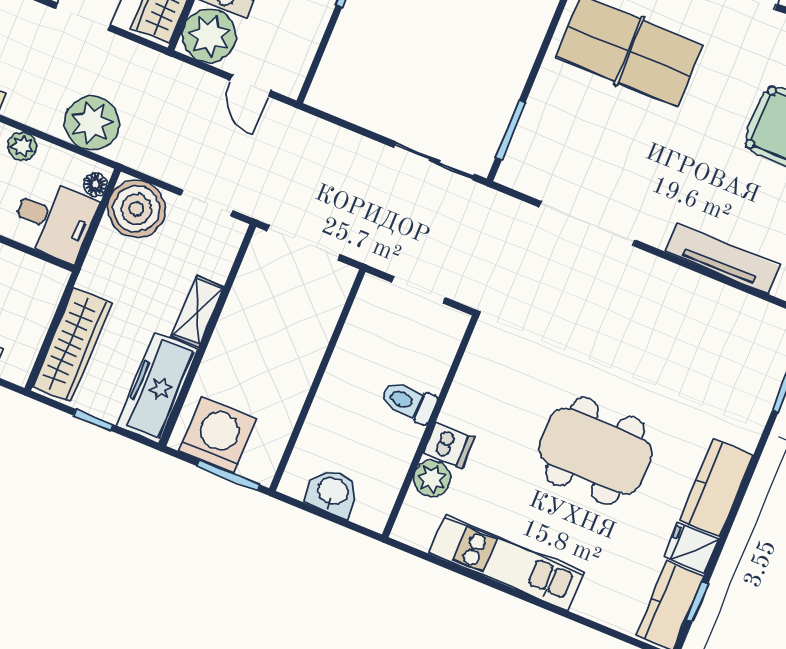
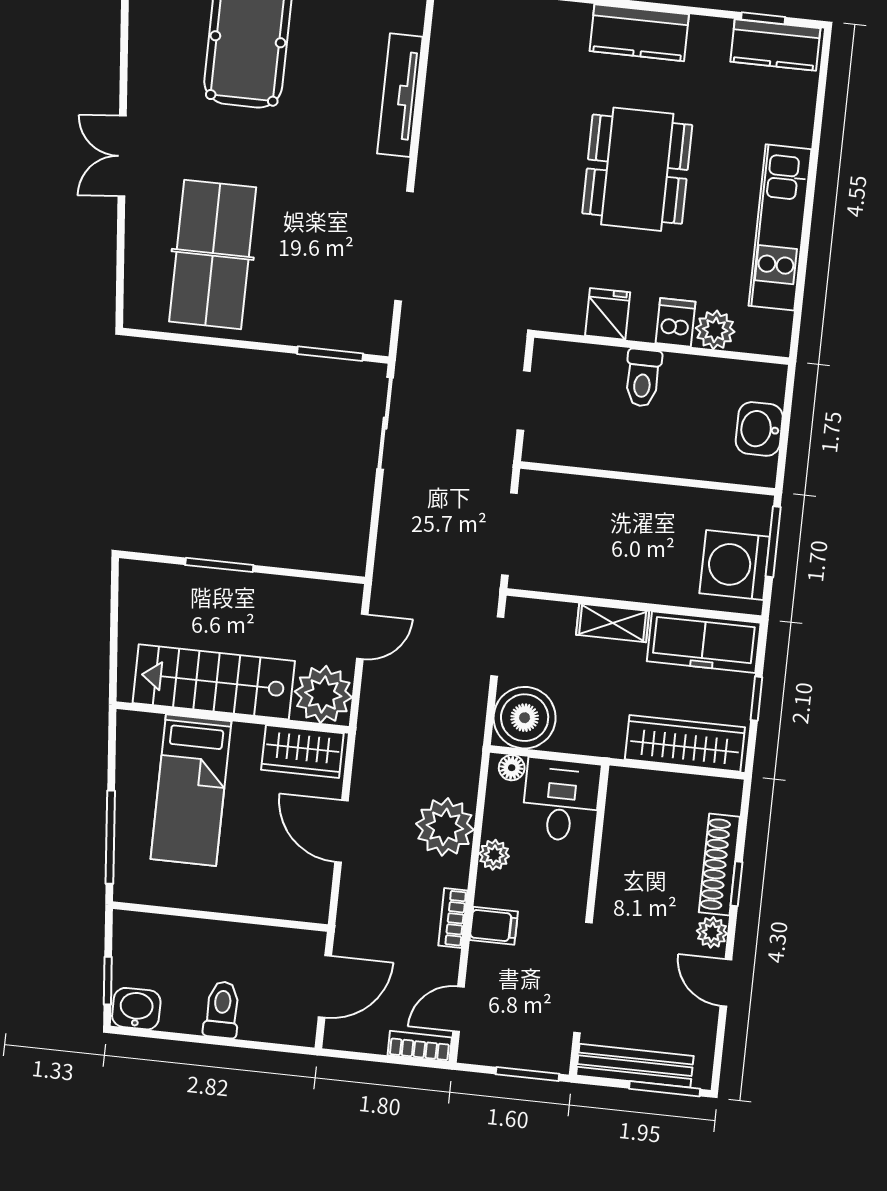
plant: (92, 123) -> (445, 827), moved
fridge: (691, 548) -> (608, 314), moved, turned 180

